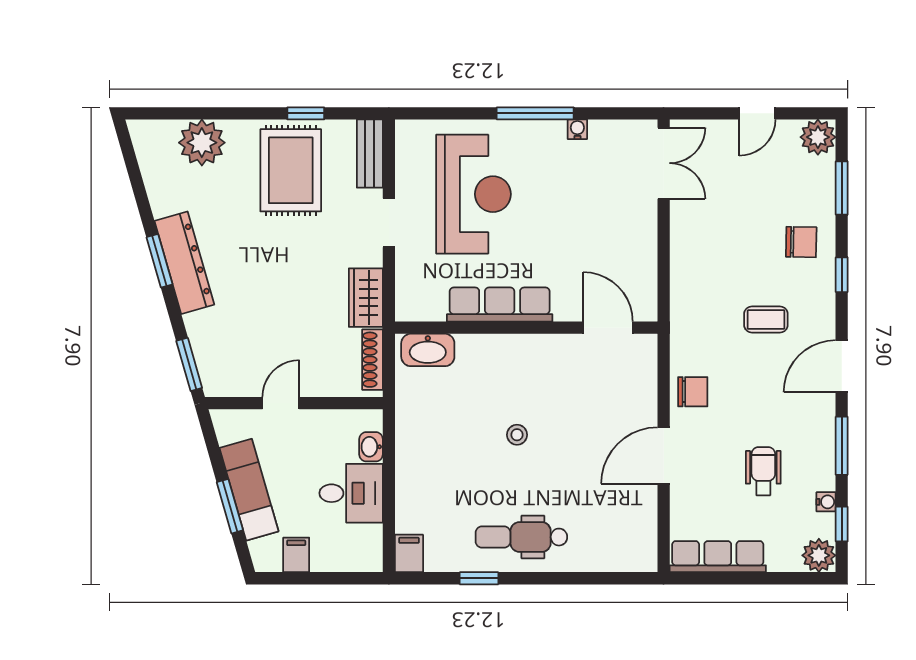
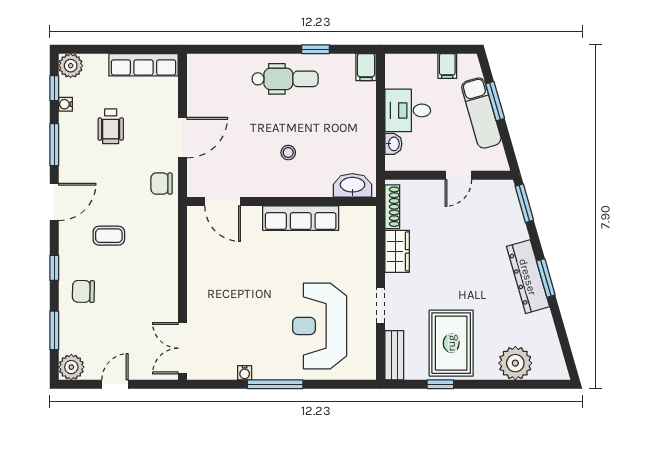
row of seats: (500, 305) -> (301, 218), moved
wall: (526, 328) -> (282, 201), moved
door: (608, 328) -> (223, 201), moved
washbasin: (428, 350) -> (352, 185), moved

